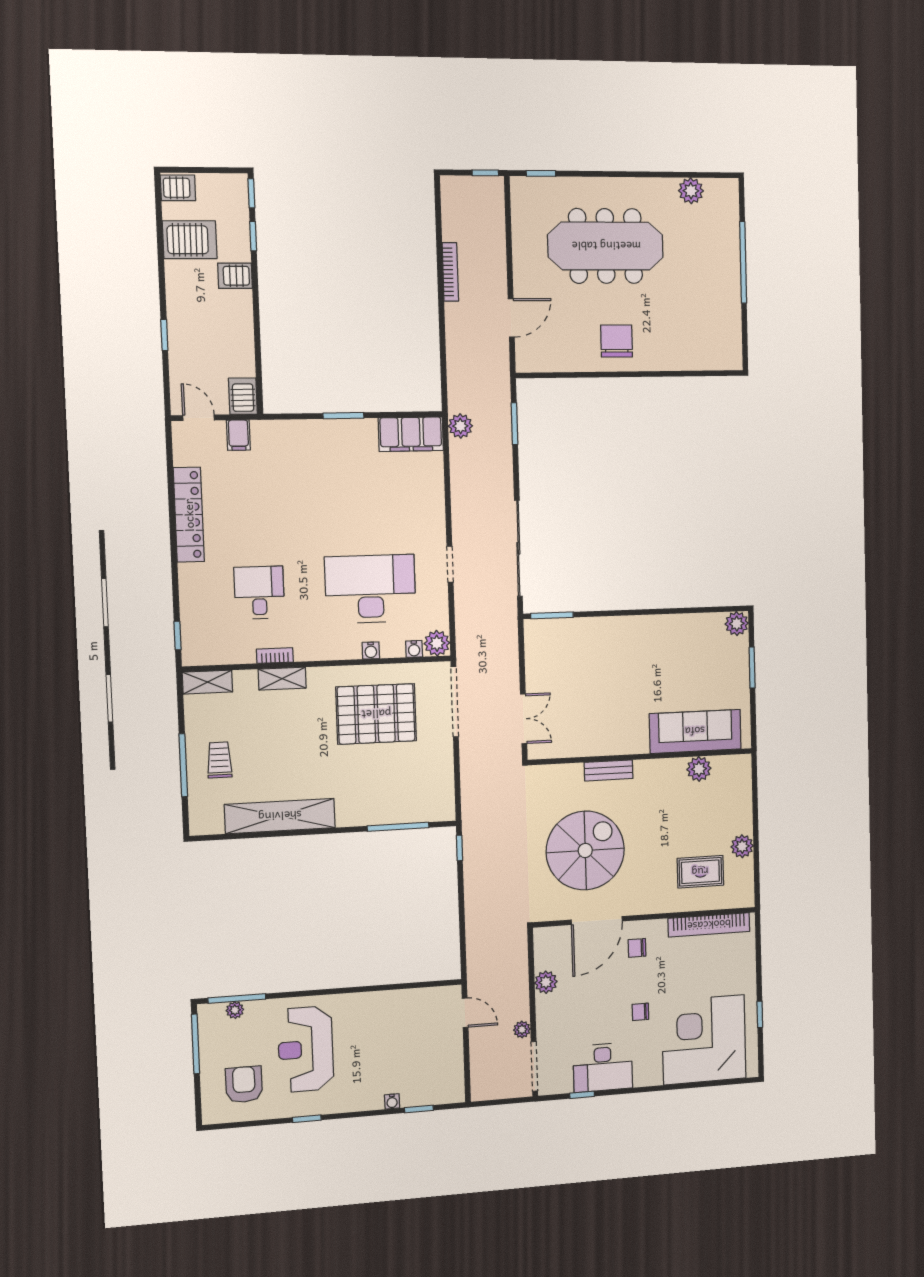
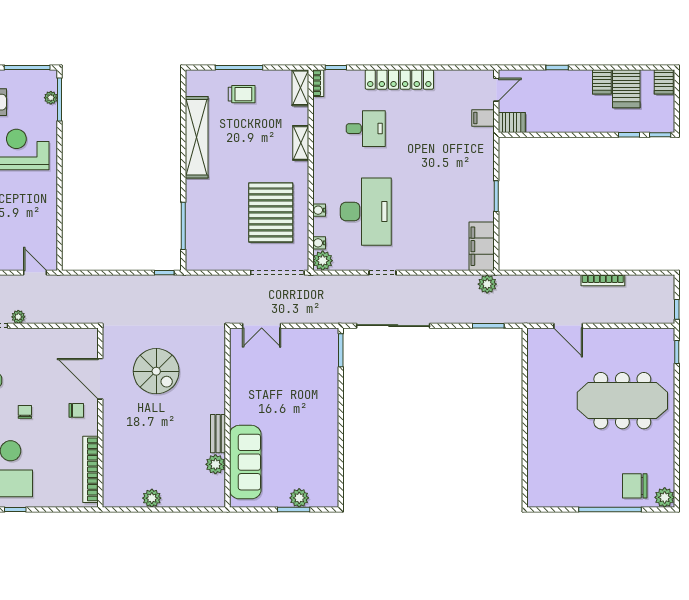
plant: (691, 191) -> (665, 497), moved
meeting table: (606, 246) -> (622, 401), turned 90
server rack: (235, 276) -> (602, 82), moved, turned 180
chair: (617, 341) -> (635, 486), moved, turned 180
locker: (189, 515) -> (399, 79), moved
plant: (737, 624) -> (299, 498), moved
bookcase: (275, 656) -> (318, 83), moved
bench: (609, 770) -> (218, 434), moved
spiral stairs: (585, 850) -> (156, 371), width x0.73, depth x0.73
rug: (700, 872) -> (134, 464), removed
chair: (637, 948) -> (76, 410), turned 90
plant: (546, 982) -> (54, 337), removed
door: (465, 1013) -> (35, 273), swing flipped

